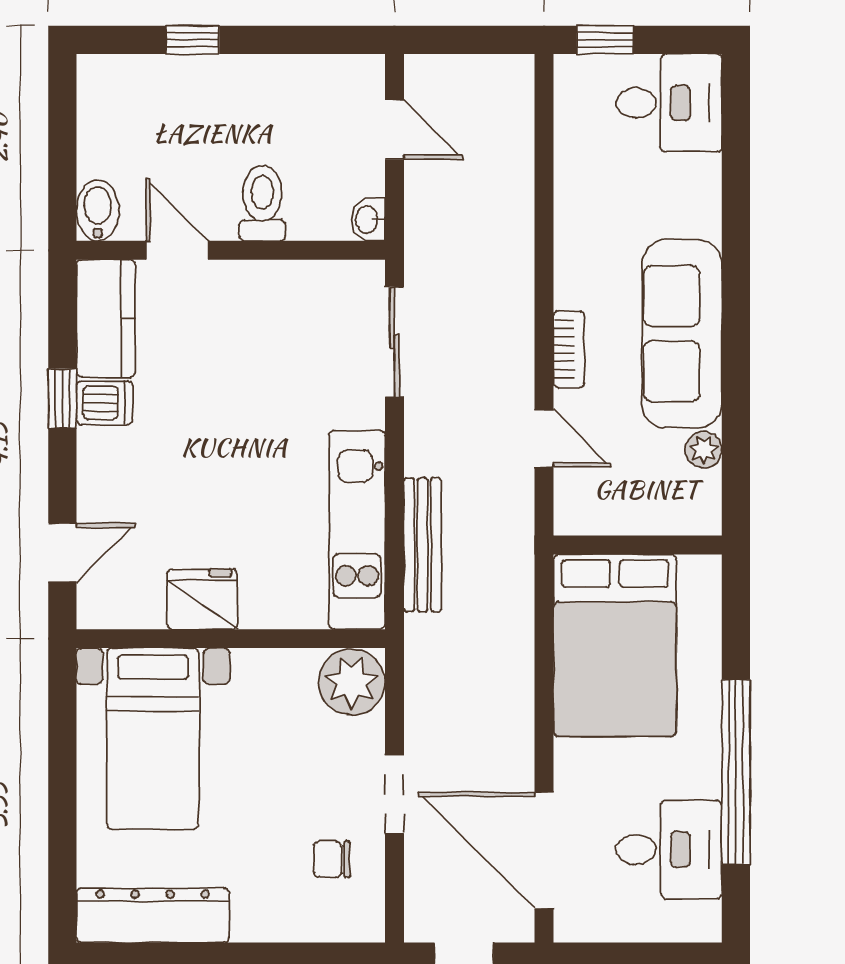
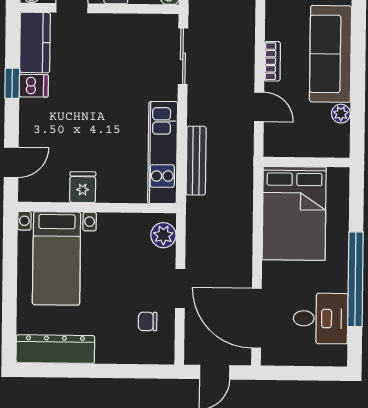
fridge: (202, 599) -> (83, 187), width x0.72
plant: (352, 682) -> (163, 235), width x0.73, depth x0.73

